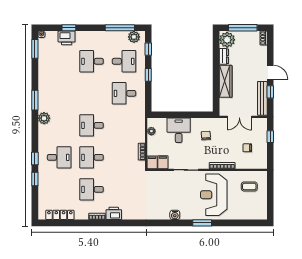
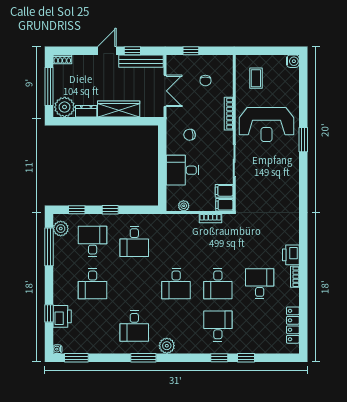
desk: (59, 93) -> (134, 326), added
desk: (92, 189) -> (260, 284), turned 180
water cooler: (175, 215) -> (293, 61), moved

